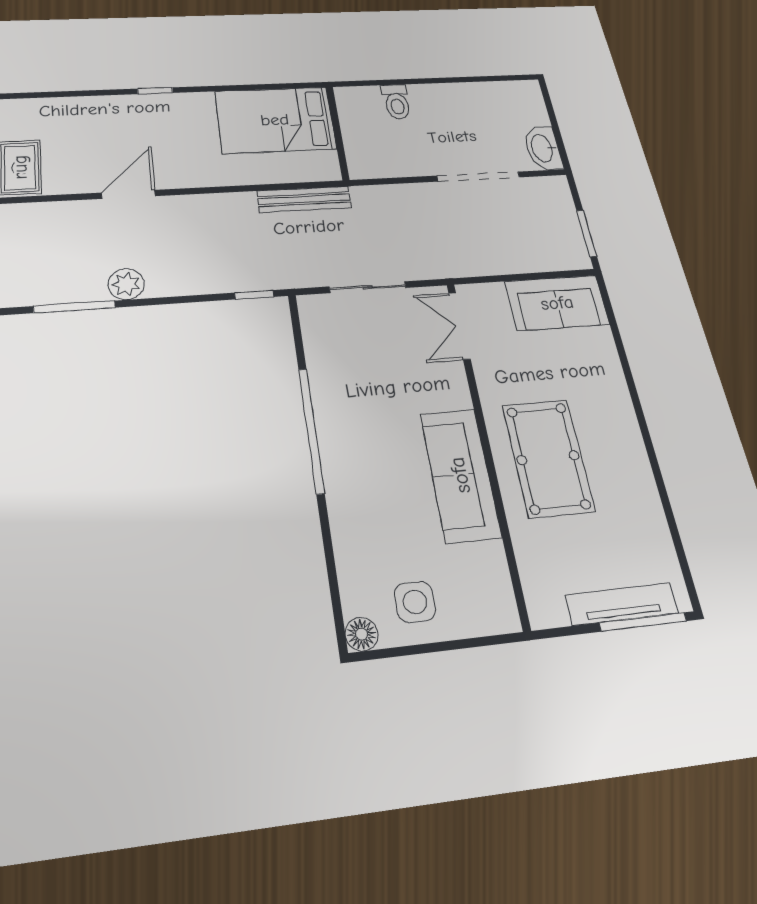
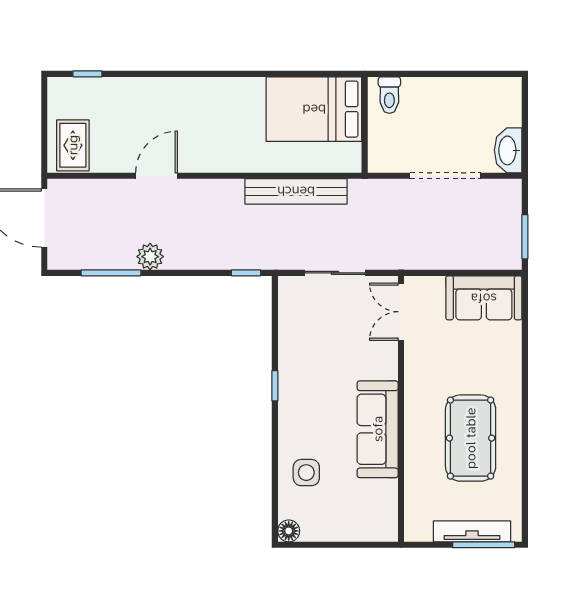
window: (155, 91) -> (87, 74), moved
bed: (275, 120) -> (314, 109), moved
wall: (338, 133) -> (365, 125), moved
bench: (304, 199) -> (296, 191), width x1.37, depth x1.21
window: (311, 430) -> (275, 386), width x0.32
pool table: (548, 458) -> (471, 438), moved
side table: (415, 602) -> (306, 473), moved

